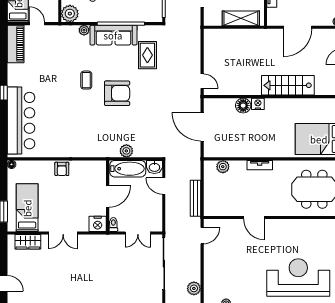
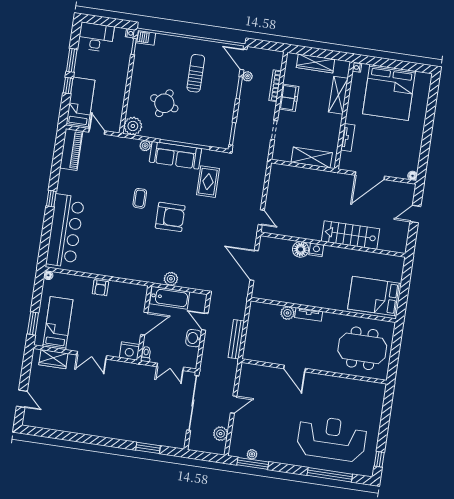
washbasin: (154, 167) -> (194, 338), moved, turned 90
plant: (223, 167) -> (287, 313), moved
door: (202, 236) -> (234, 405), moved

